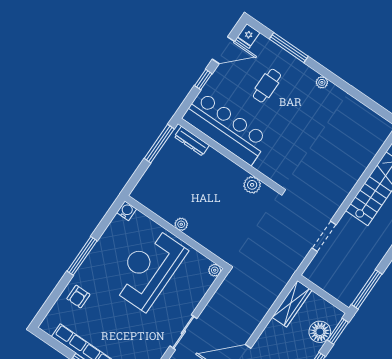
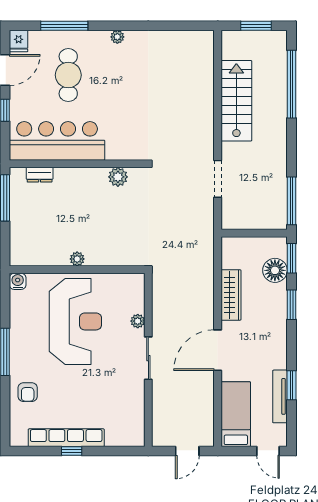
cafe table: (267, 86) -> (68, 75), width x1.37, depth x1.35
dresser: (192, 141) -> (40, 175), width x0.70
reception desk: (149, 269) -> (75, 321), turned 180
plant: (215, 270) -> (138, 321), moved
wardrobe: (292, 304) -> (231, 295), moved

